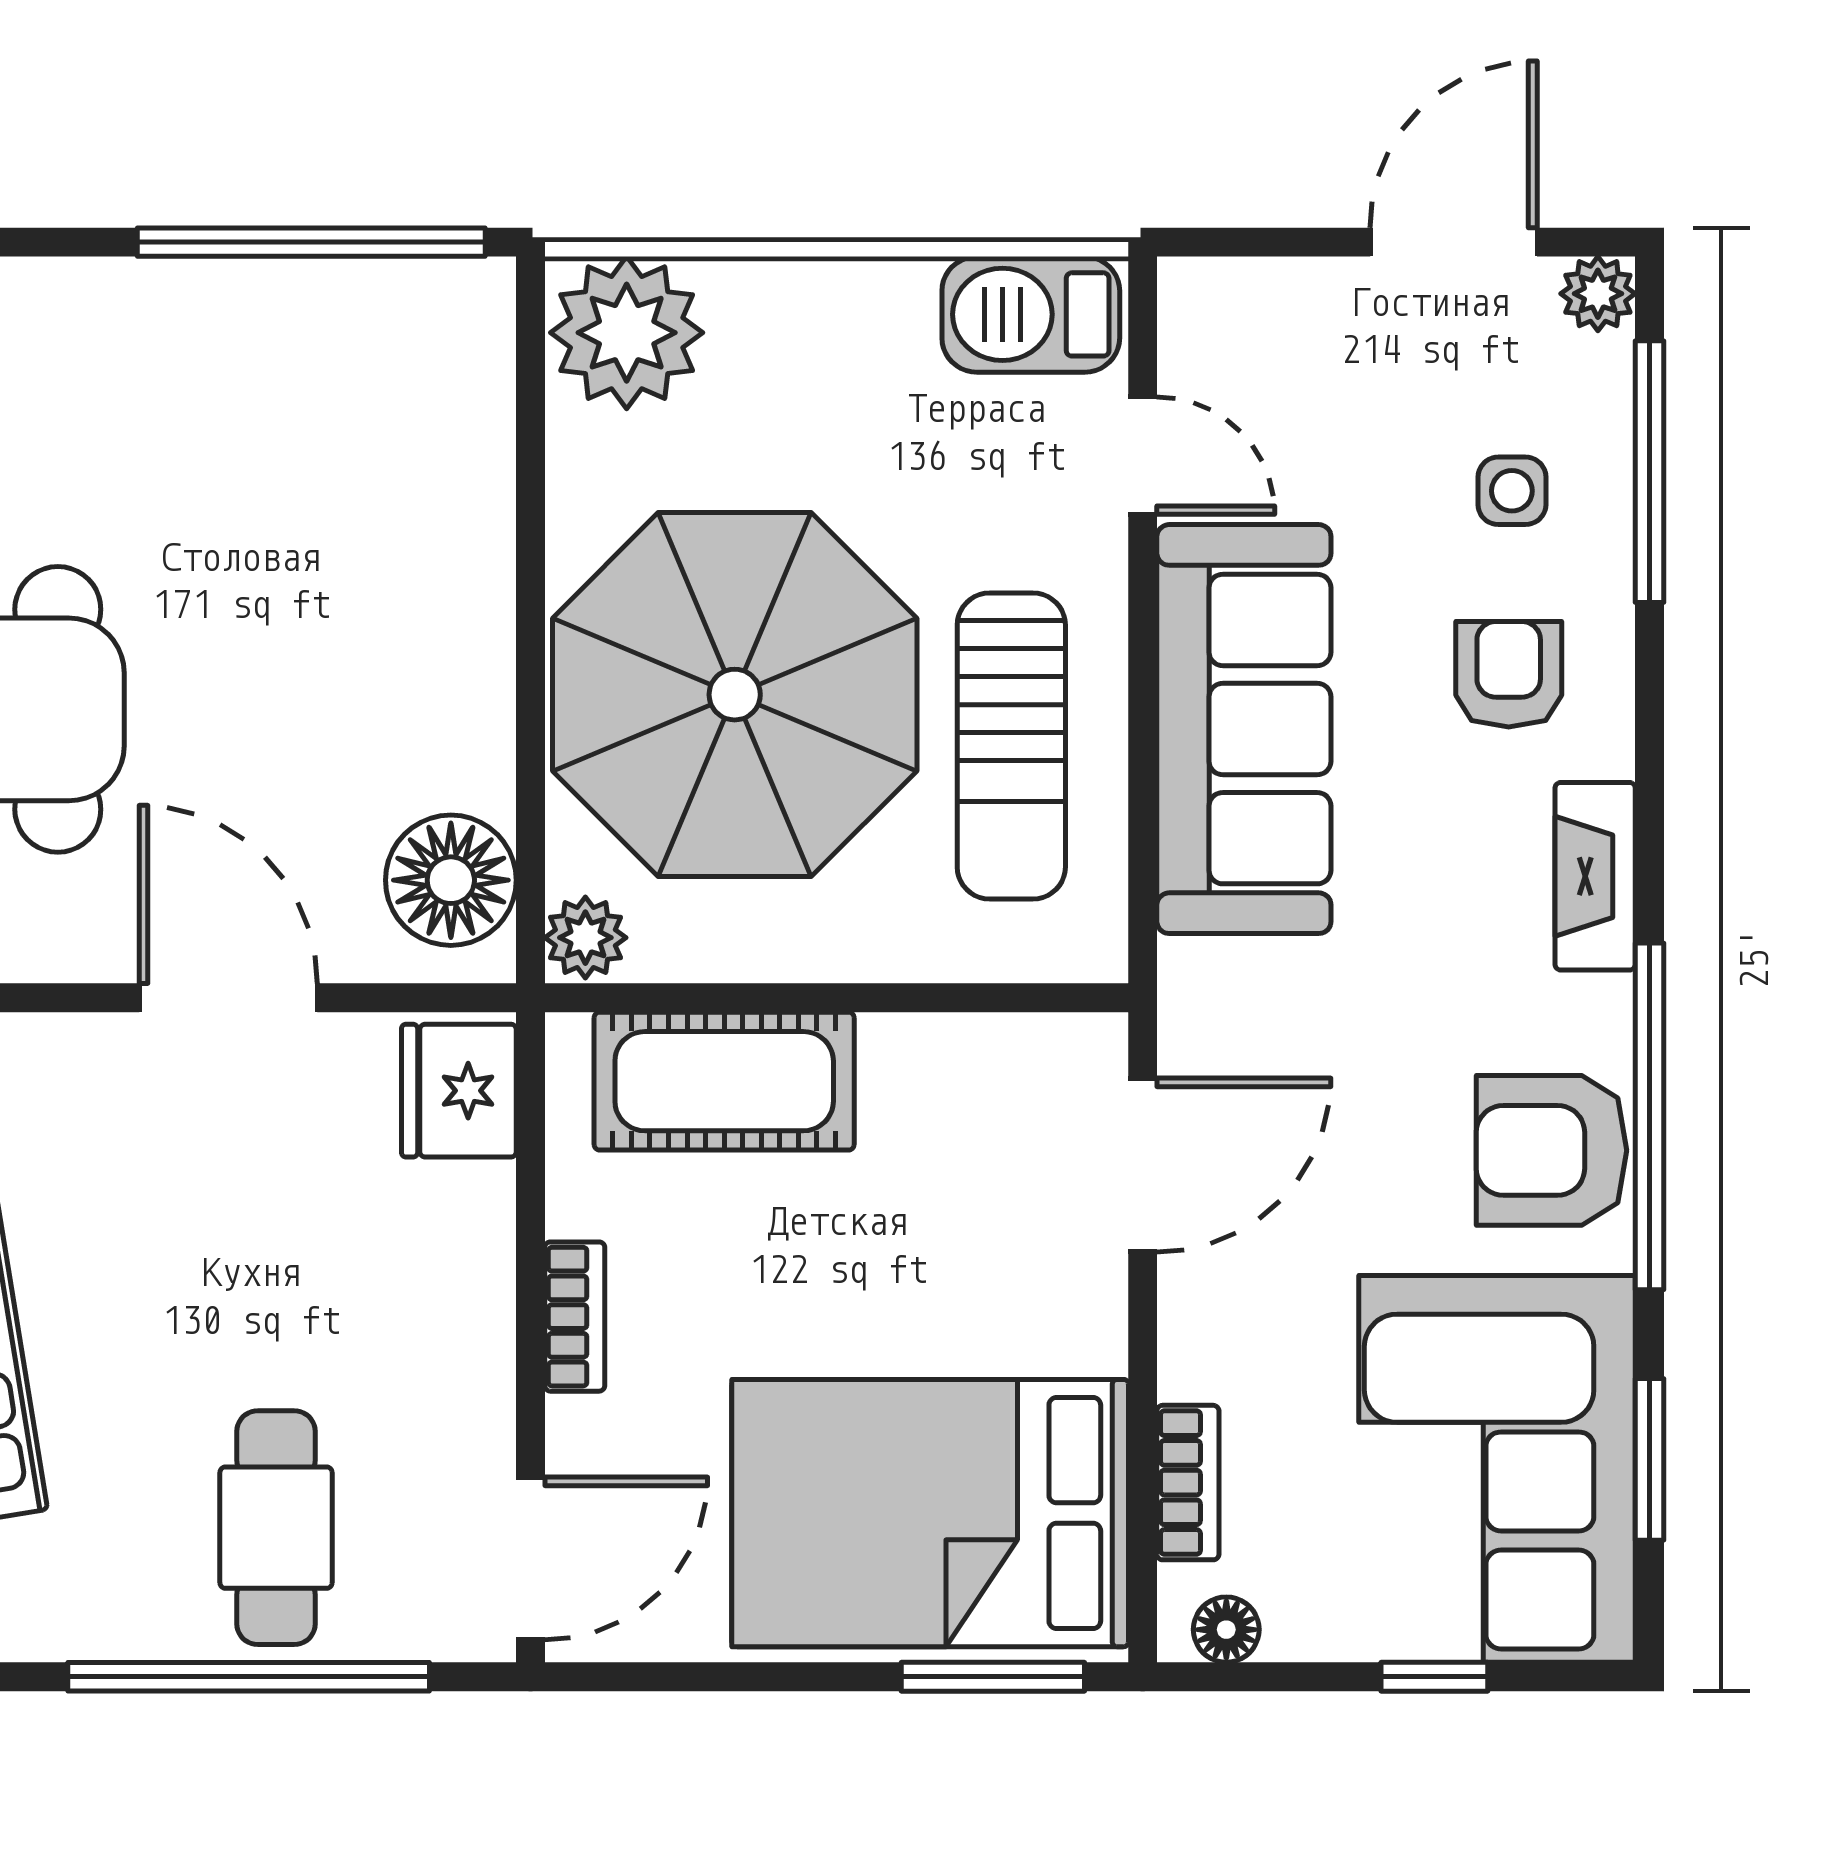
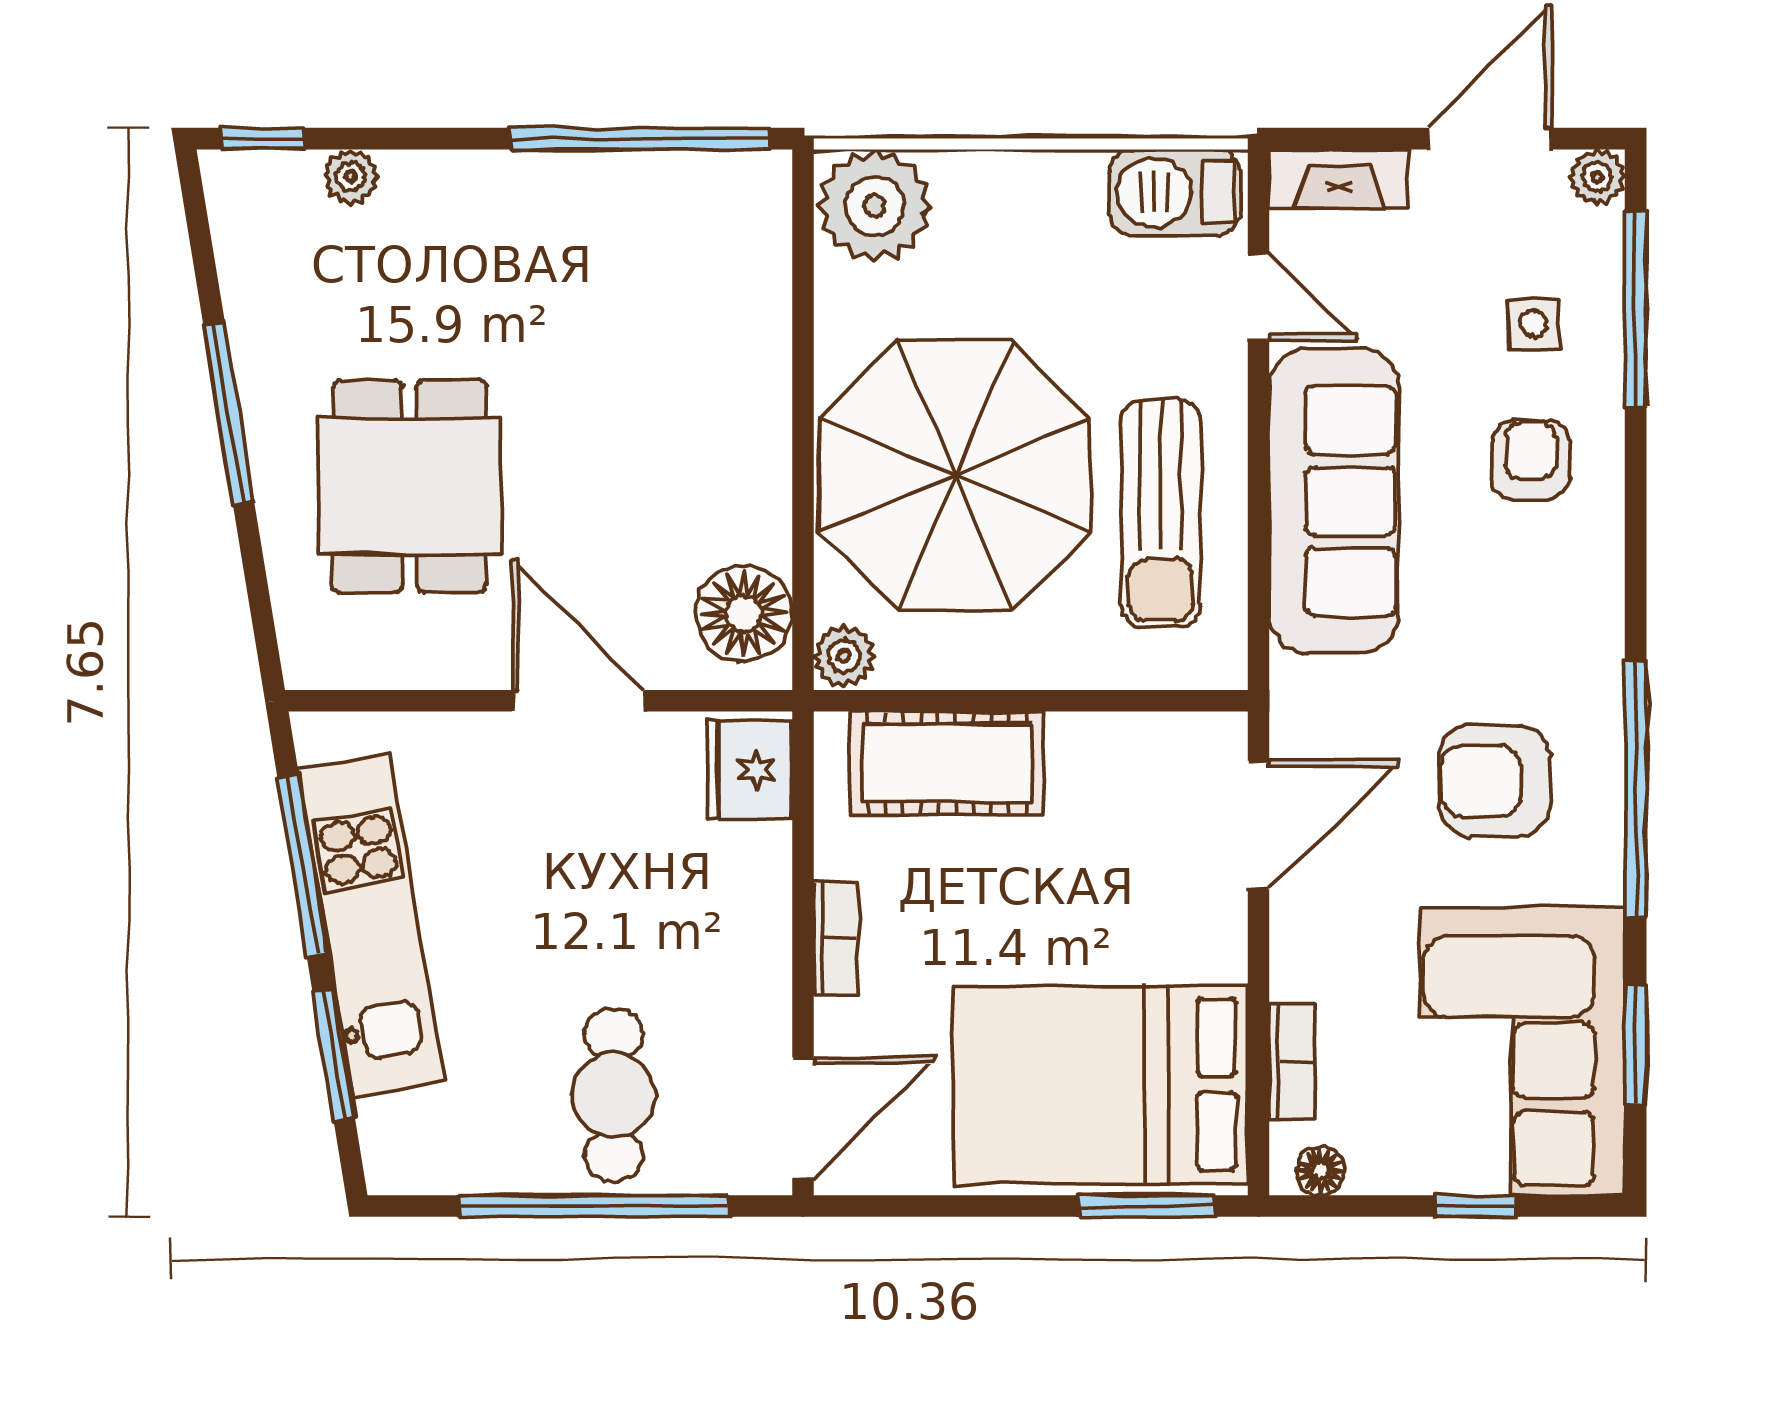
fireplace: (1595, 876) -> (1339, 179), moved, turned -90
armchair: (1551, 1150) -> (1494, 781), moved

